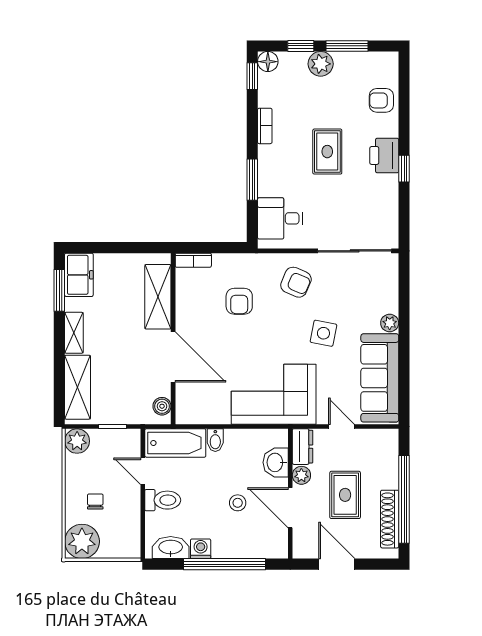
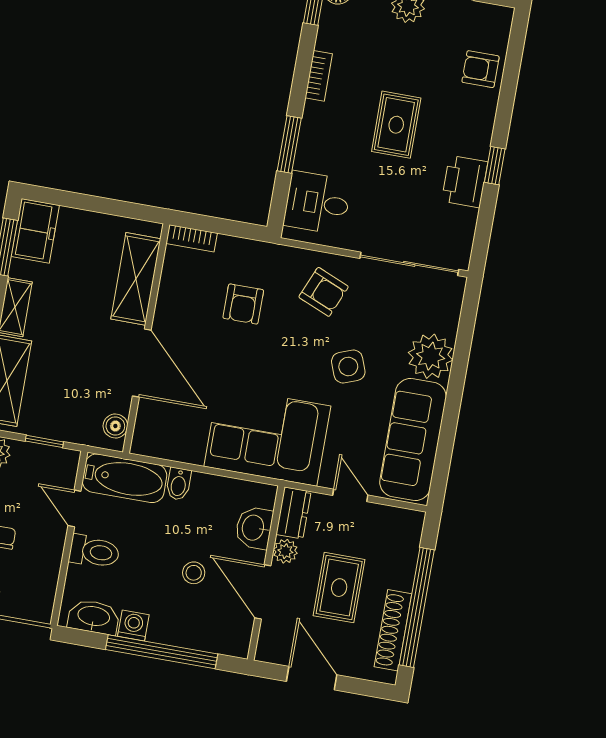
printer: (384, 155) -> (465, 182), moved
plant: (390, 323) -> (431, 356), width x1.87, depth x1.87
side table: (323, 333) -> (348, 367), turned -32

